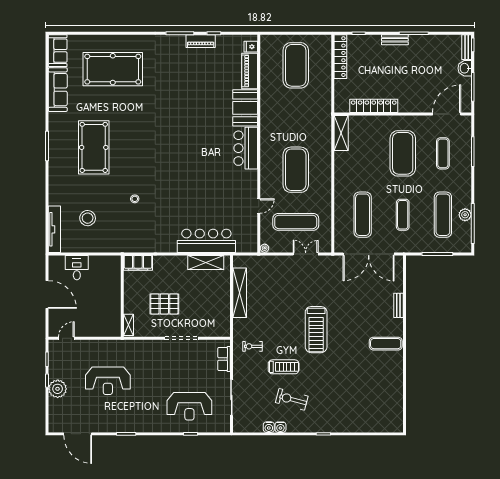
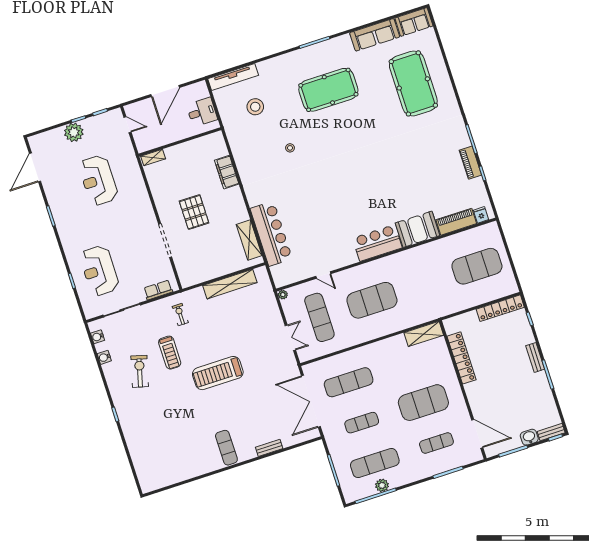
wall: (122, 296) -> (180, 142), moved
shelving: (128, 325) -> (153, 158), moved
water cooler: (280, 427) -> (98, 337), moved

